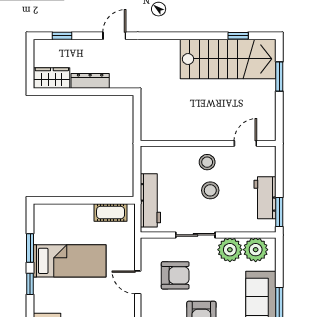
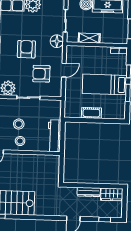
workbench: (150, 200) -> (54, 136), moved
cot: (111, 213) -> (91, 113), moved
door: (138, 282) -> (64, 70), hinge flipped

